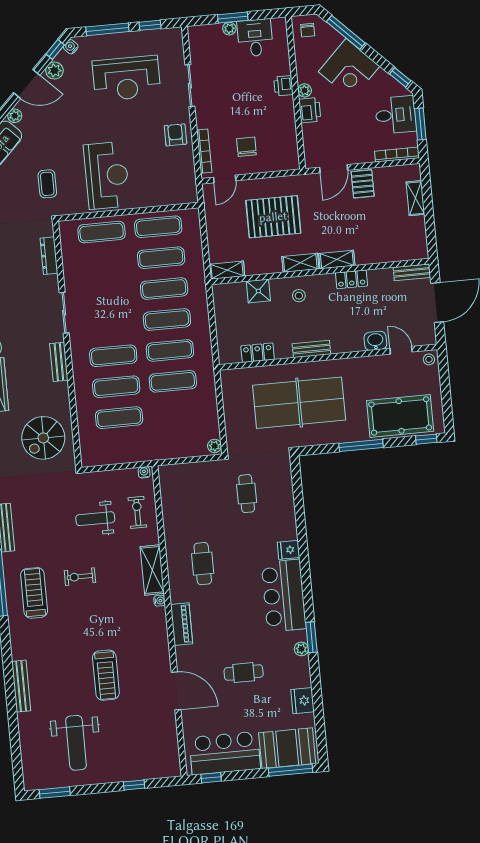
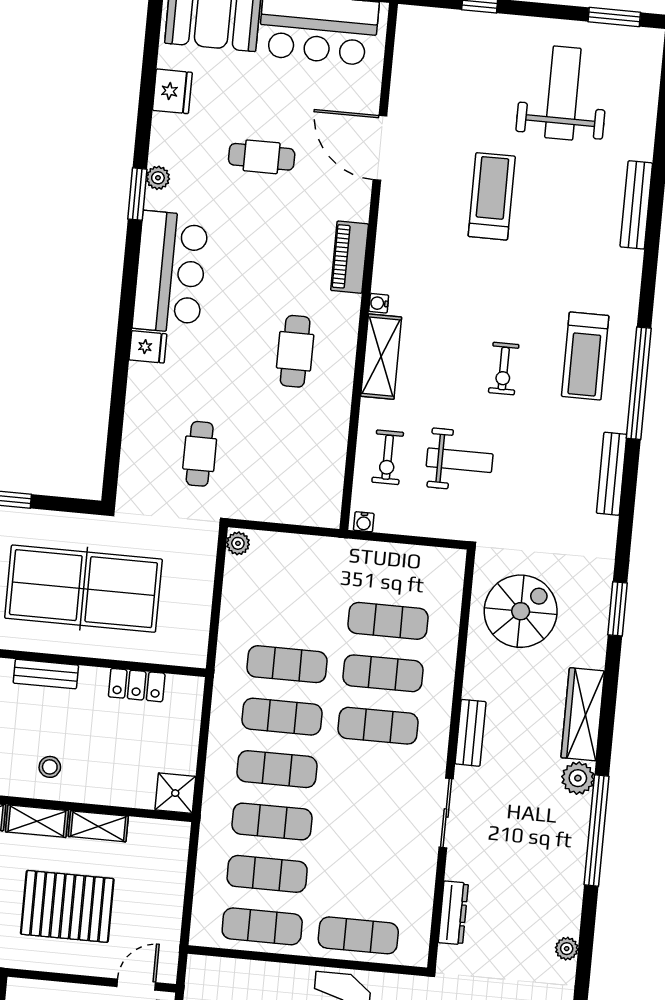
shelving: (227, 270) -> (98, 826), moved
shower: (258, 291) -> (175, 793), moved
exercise bike: (80, 577) -> (504, 369), turned 90

